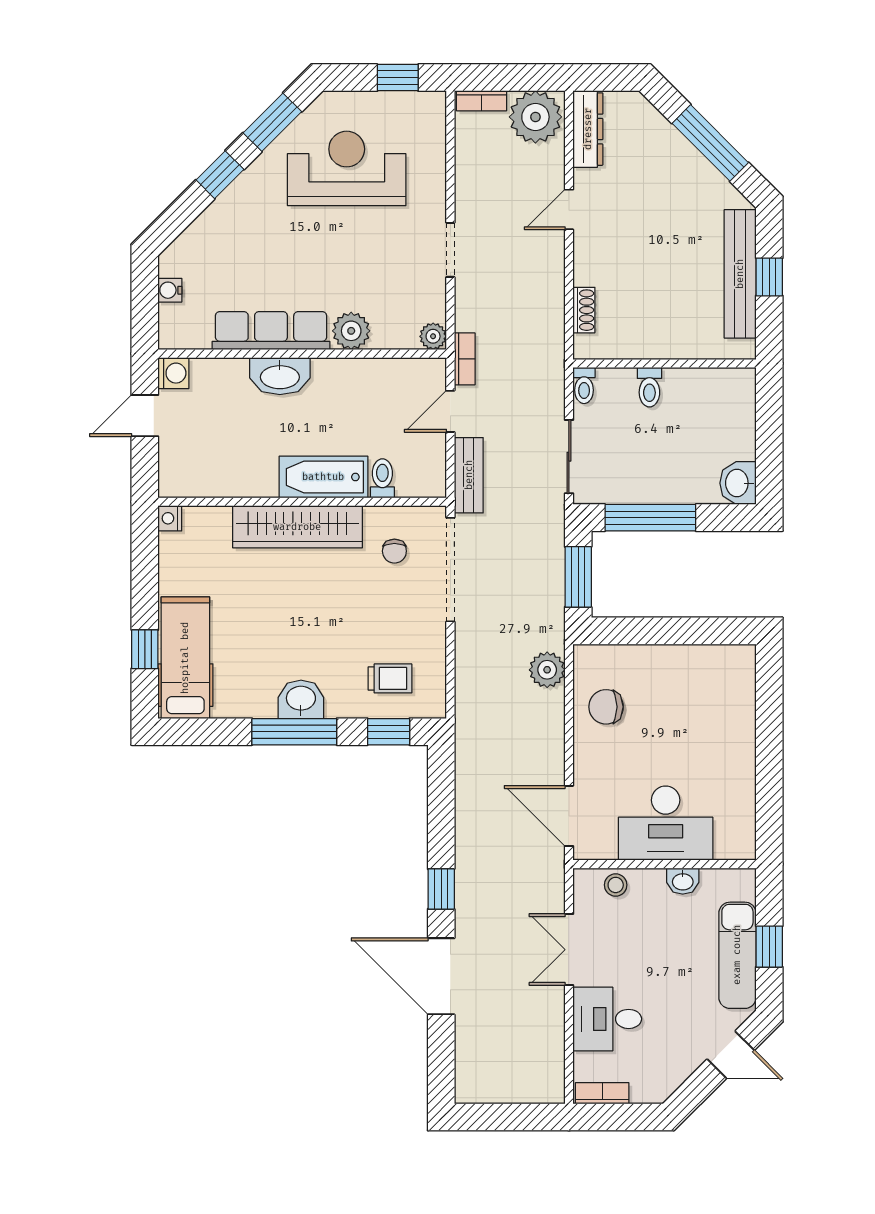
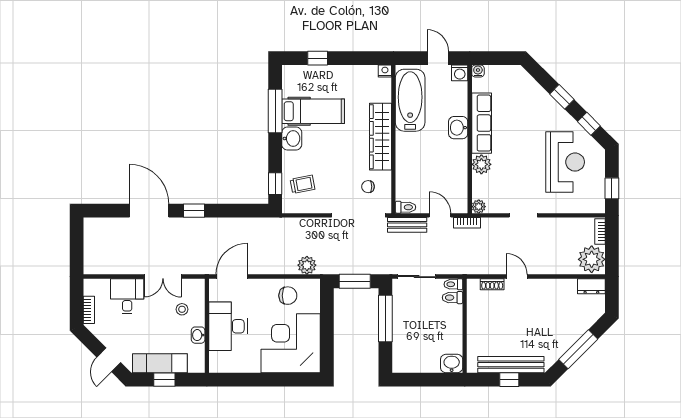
window: (272, 122) -> (589, 124), width x0.67
dresser: (588, 129) -> (591, 286), width x0.70
door: (569, 209) -> (517, 277), moved
water cooler: (170, 290) -> (478, 71), moved
washbasin: (280, 376) -> (458, 128), width x0.72
toilet: (649, 387) -> (452, 298), moved
bathtub: (323, 477) -> (410, 100), moved, width x1.36, depth x1.36
toilet: (382, 478) -> (406, 207), moved
washbasin: (738, 483) -> (452, 364), moved
hospital bed: (185, 658) -> (313, 111), moved
trolley: (390, 678) -> (302, 184), turned -101
corner desk: (699, 701) -> (291, 343), added
chair: (606, 707) -> (288, 296), turned 90
window: (294, 732) -> (275, 111), moved
stool: (616, 885) -> (182, 309), moved
double door: (569, 950) -> (163, 277), swing flipped
door: (441, 976) -> (149, 211), hinge flipped
bookcase: (602, 1093) -> (89, 310), moved

